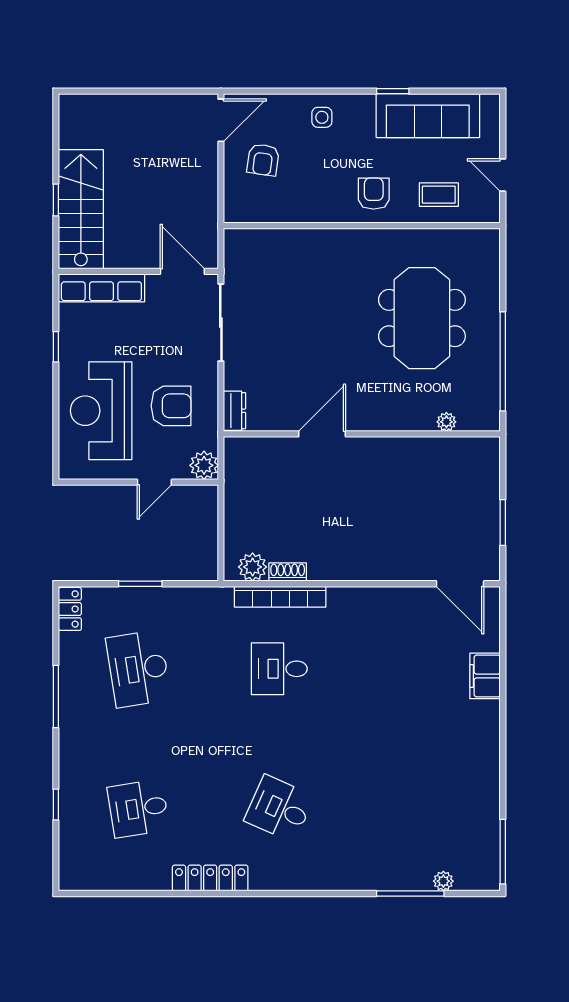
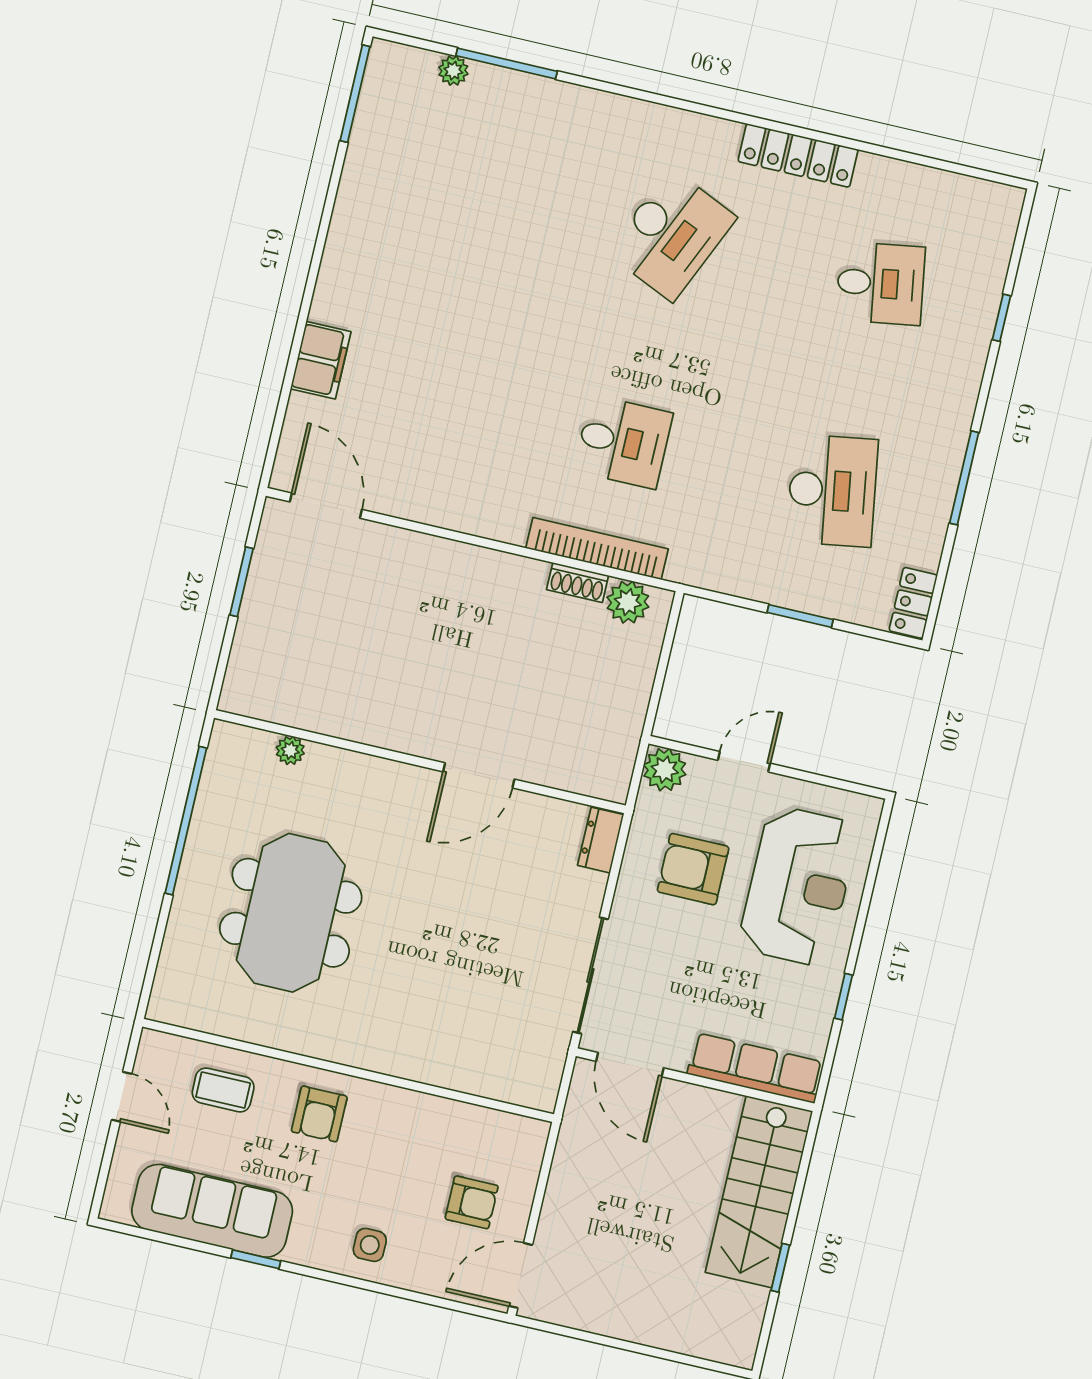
armchair: (263, 160) -> (472, 1202), turned 82
window: (56, 200) -> (780, 1268), moved
desk: (279, 808) -> (672, 235), width x1.37

